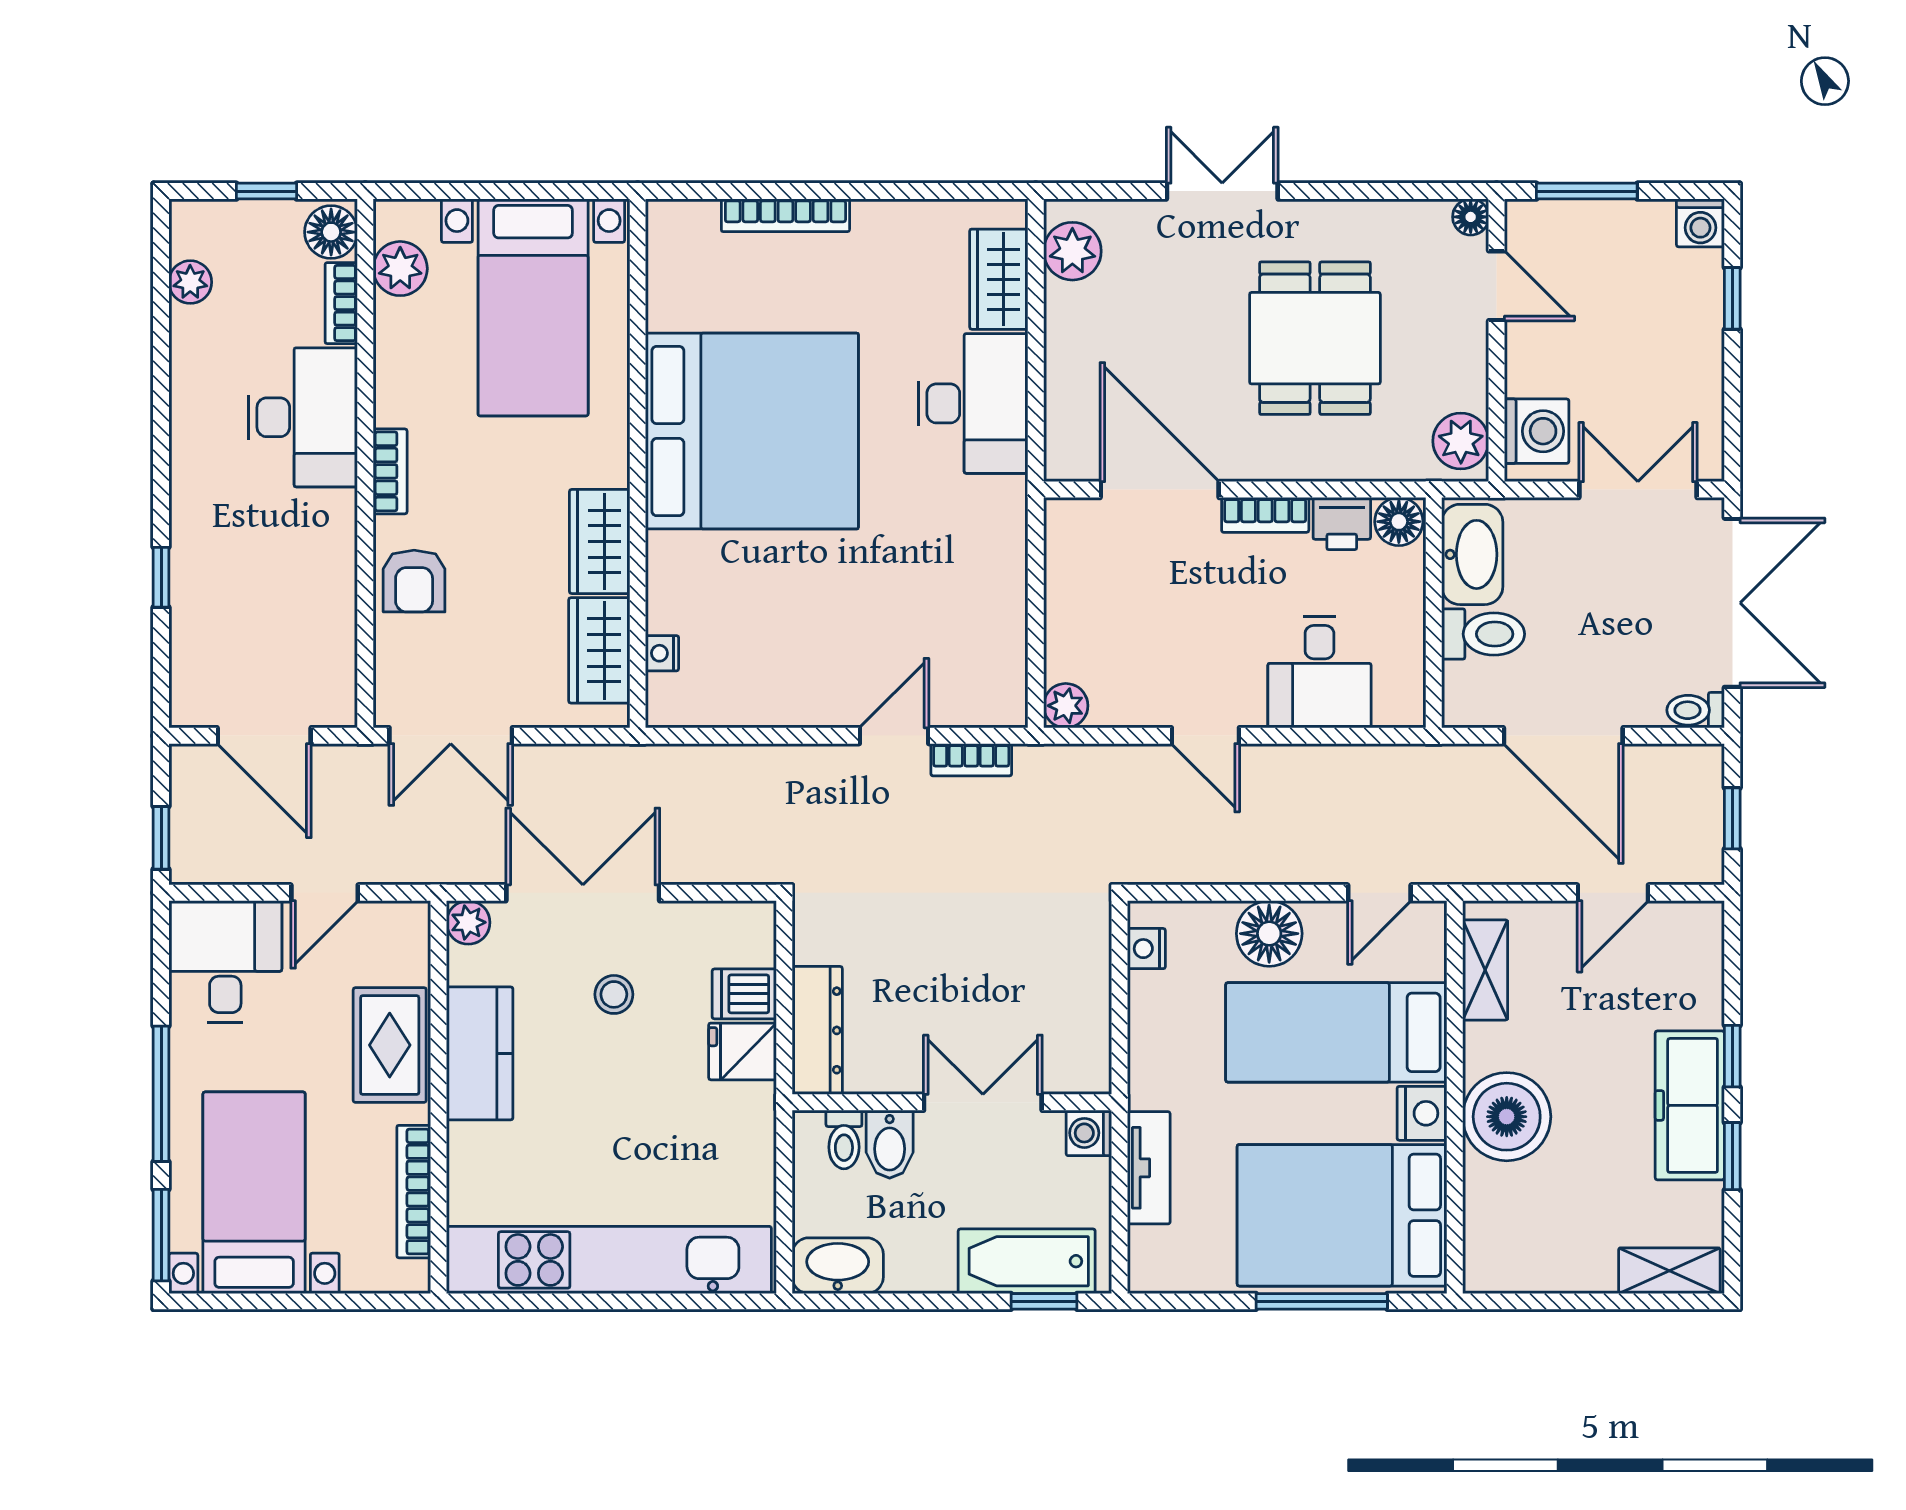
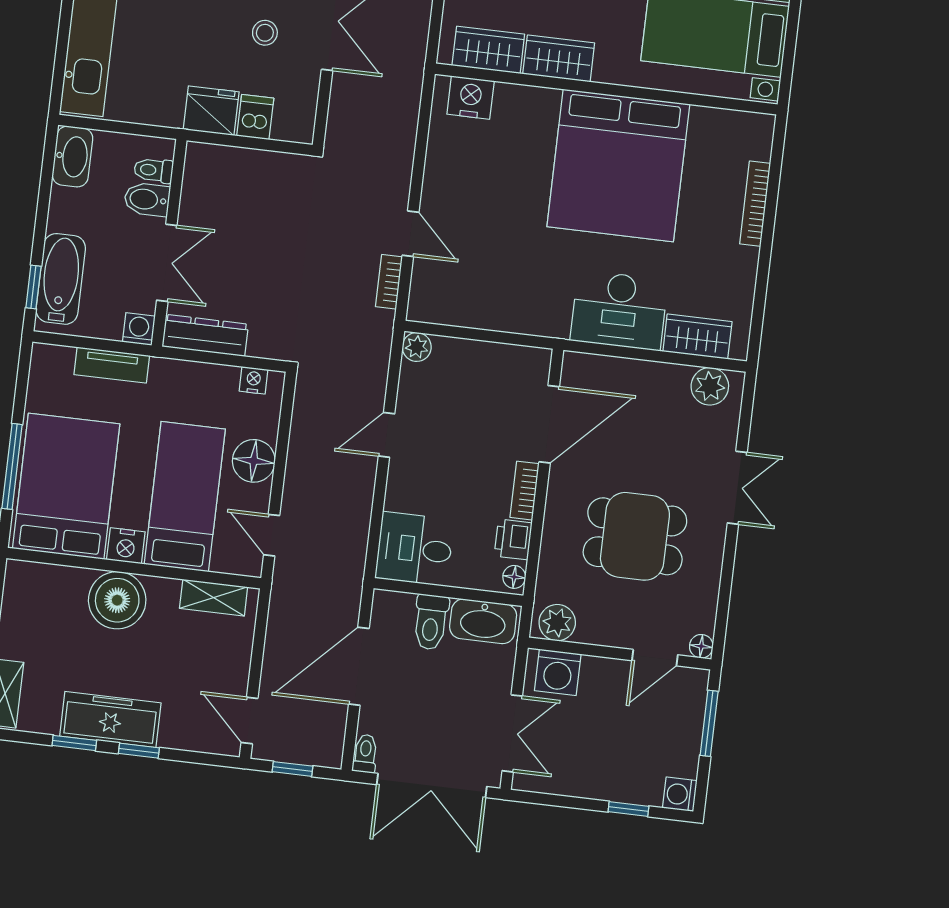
floor lamp: (1399, 522) -> (514, 577), width x0.73, depth x0.73
nightstand: (662, 653) -> (471, 98), width x1.89, depth x1.79
desk: (1319, 672) -> (415, 549), moved
door: (1613, 893) -> (249, 720), moved
dresser: (817, 1030) -> (205, 335), moved, turned 180
fridge: (743, 1051) -> (211, 111), width x1.38

